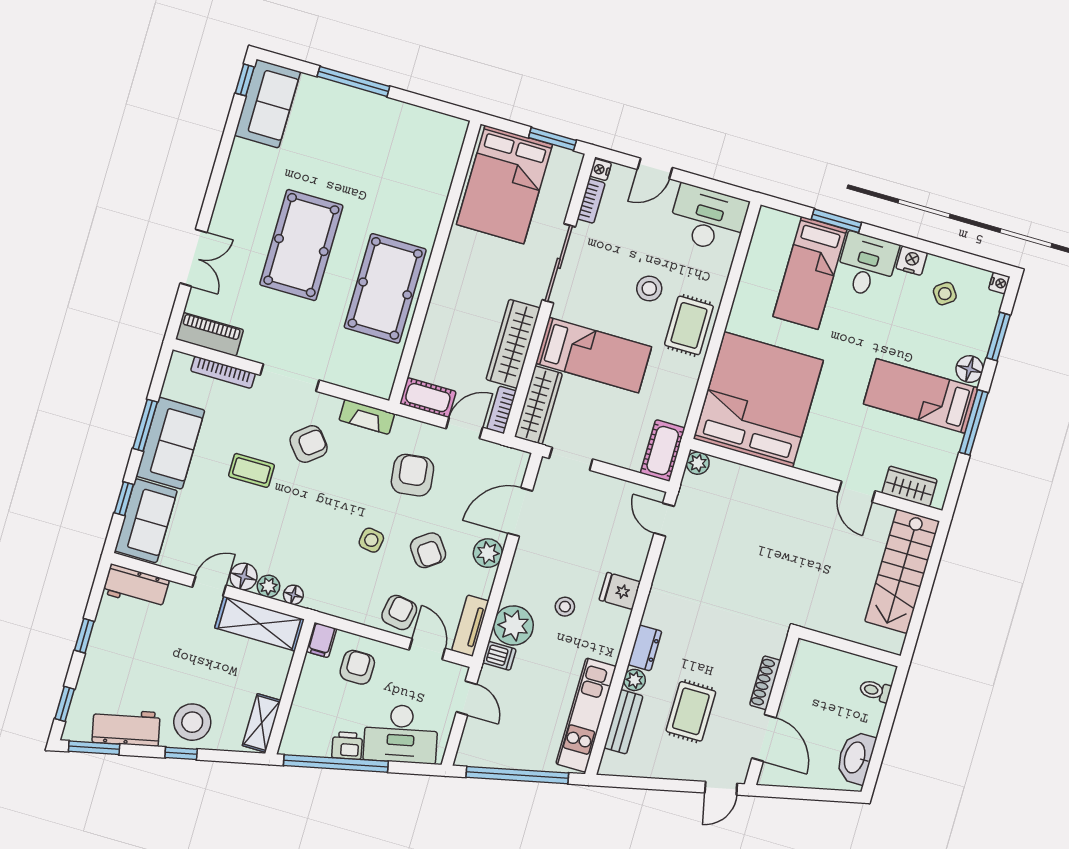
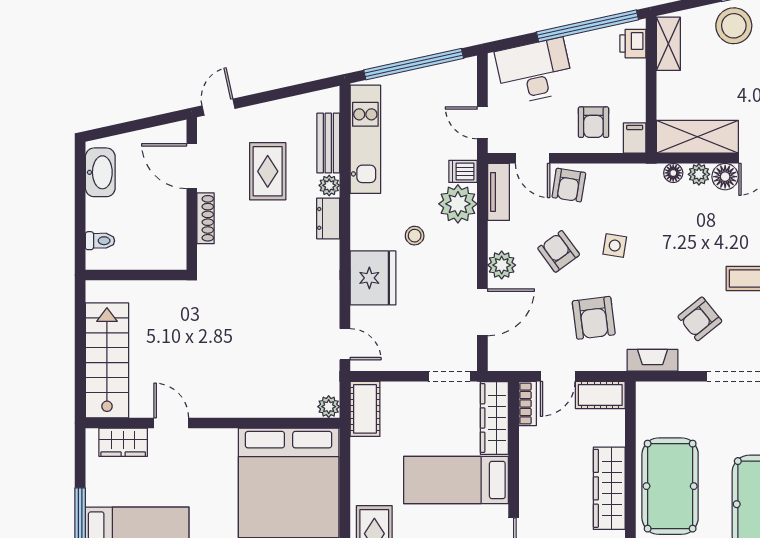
wardrobe: (513, 344) -> (609, 488), moved, turned 180
fridge: (620, 591) -> (373, 278), width x1.88, depth x1.34
printer: (347, 746) -> (633, 44), moved, turned 102

